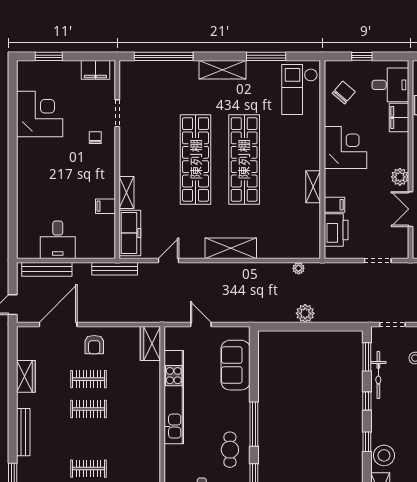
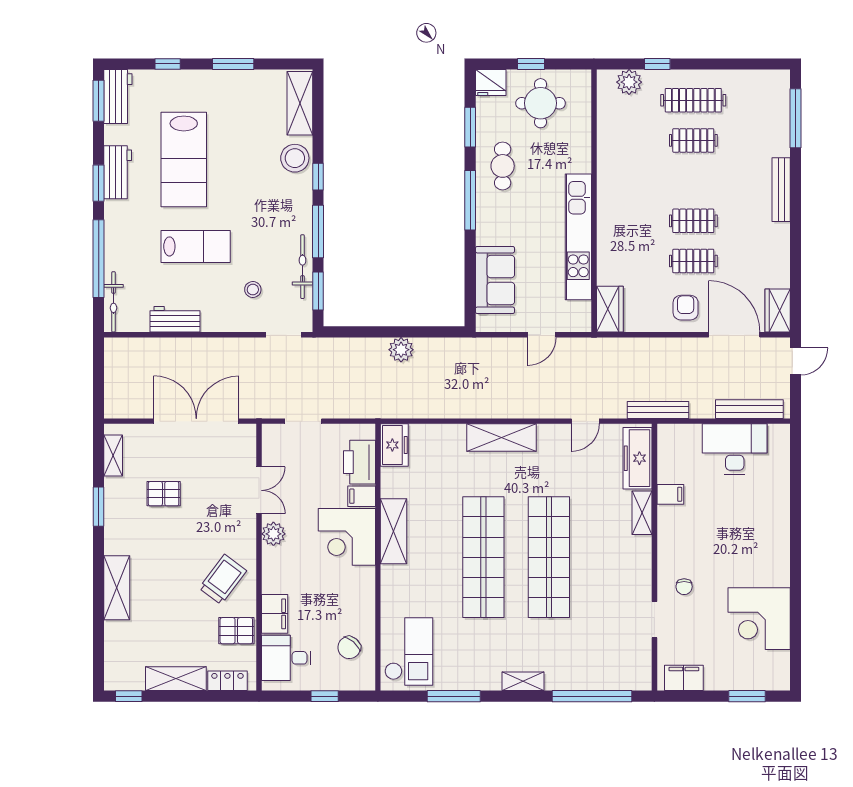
shelving: (223, 70) -> (523, 681), width x0.67, depth x0.75
corner desk: (345, 147) -> (347, 537), moved
shelving: (313, 187) -> (393, 531), width x1.50, depth x1.33
desk: (58, 240) -> (735, 449), width x1.37
freezer: (310, 243) -> (394, 445), added
plant: (299, 268) -> (410, 410), removed
door: (58, 325) -> (734, 335), swing flipped
door: (201, 325) -> (542, 335), hinge flipped
wardrobe: (26, 376) -> (778, 311), moved
window: (367, 401) -> (318, 232), width x2.17

